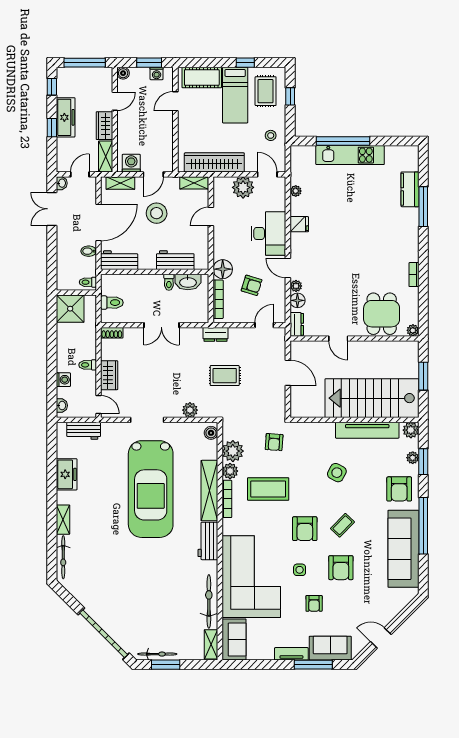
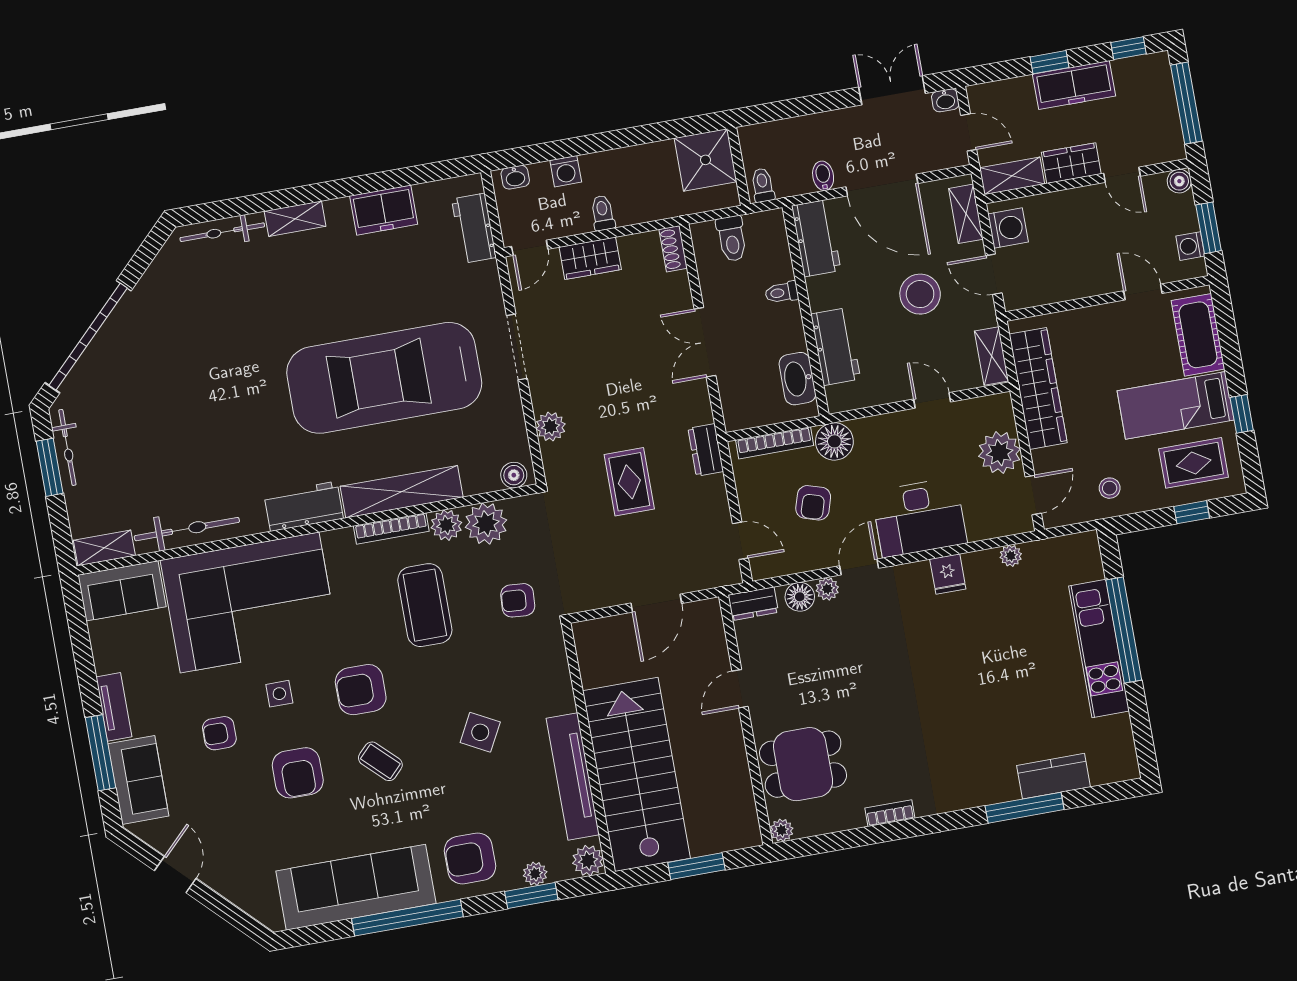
toilet: (169, 282) -> (782, 292), moved
armchair: (341, 568) -> (298, 773), turned -90

